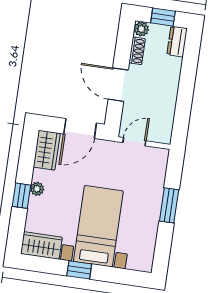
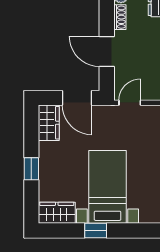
door: (80, 129) -> (77, 98), hinge flipped
plant: (37, 189) -> (45, 160), removed

